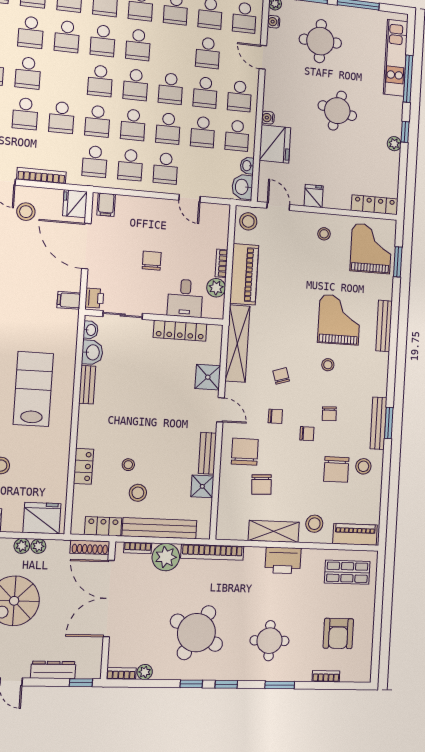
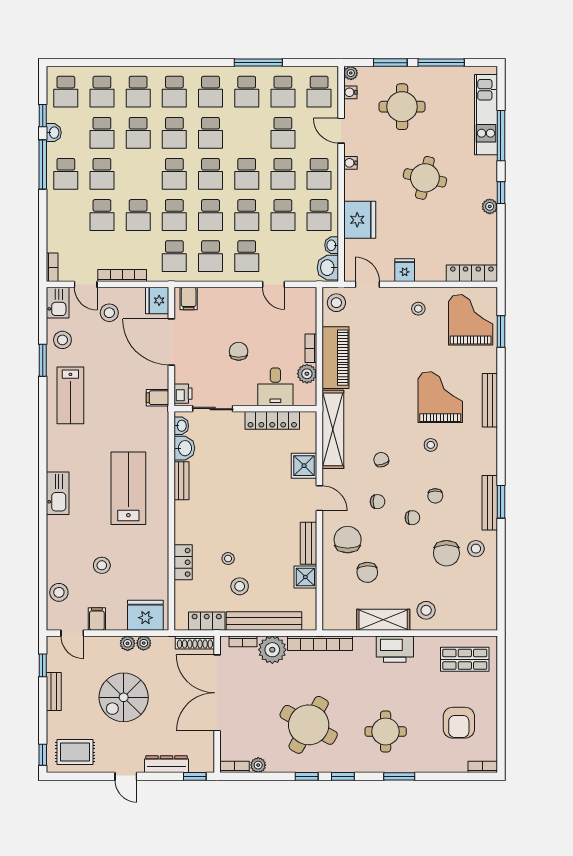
water cooler: (268, 118) -> (350, 163), moved
piano: (355, 534) -> (471, 620), removed
bookcase: (326, 676) -> (483, 767), moved

